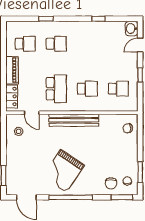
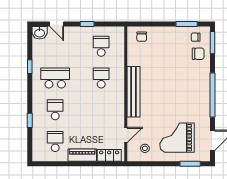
school desk: (56, 89) -> (55, 78), moved
grand piano: (63, 171) -> (177, 138), moved, turned 146

